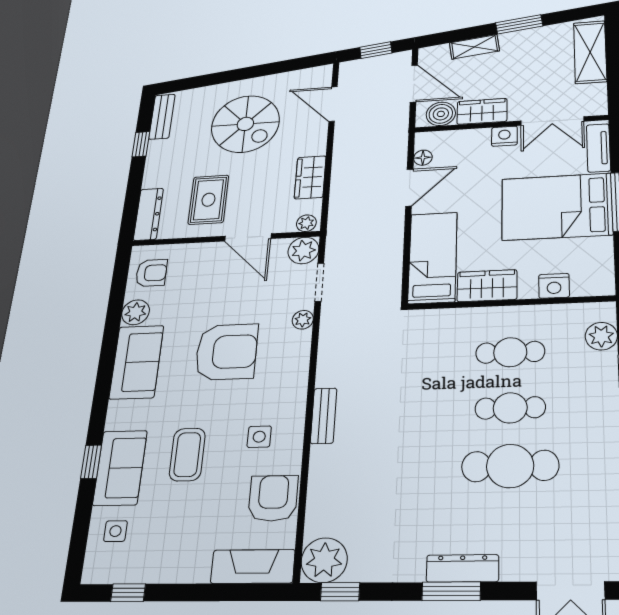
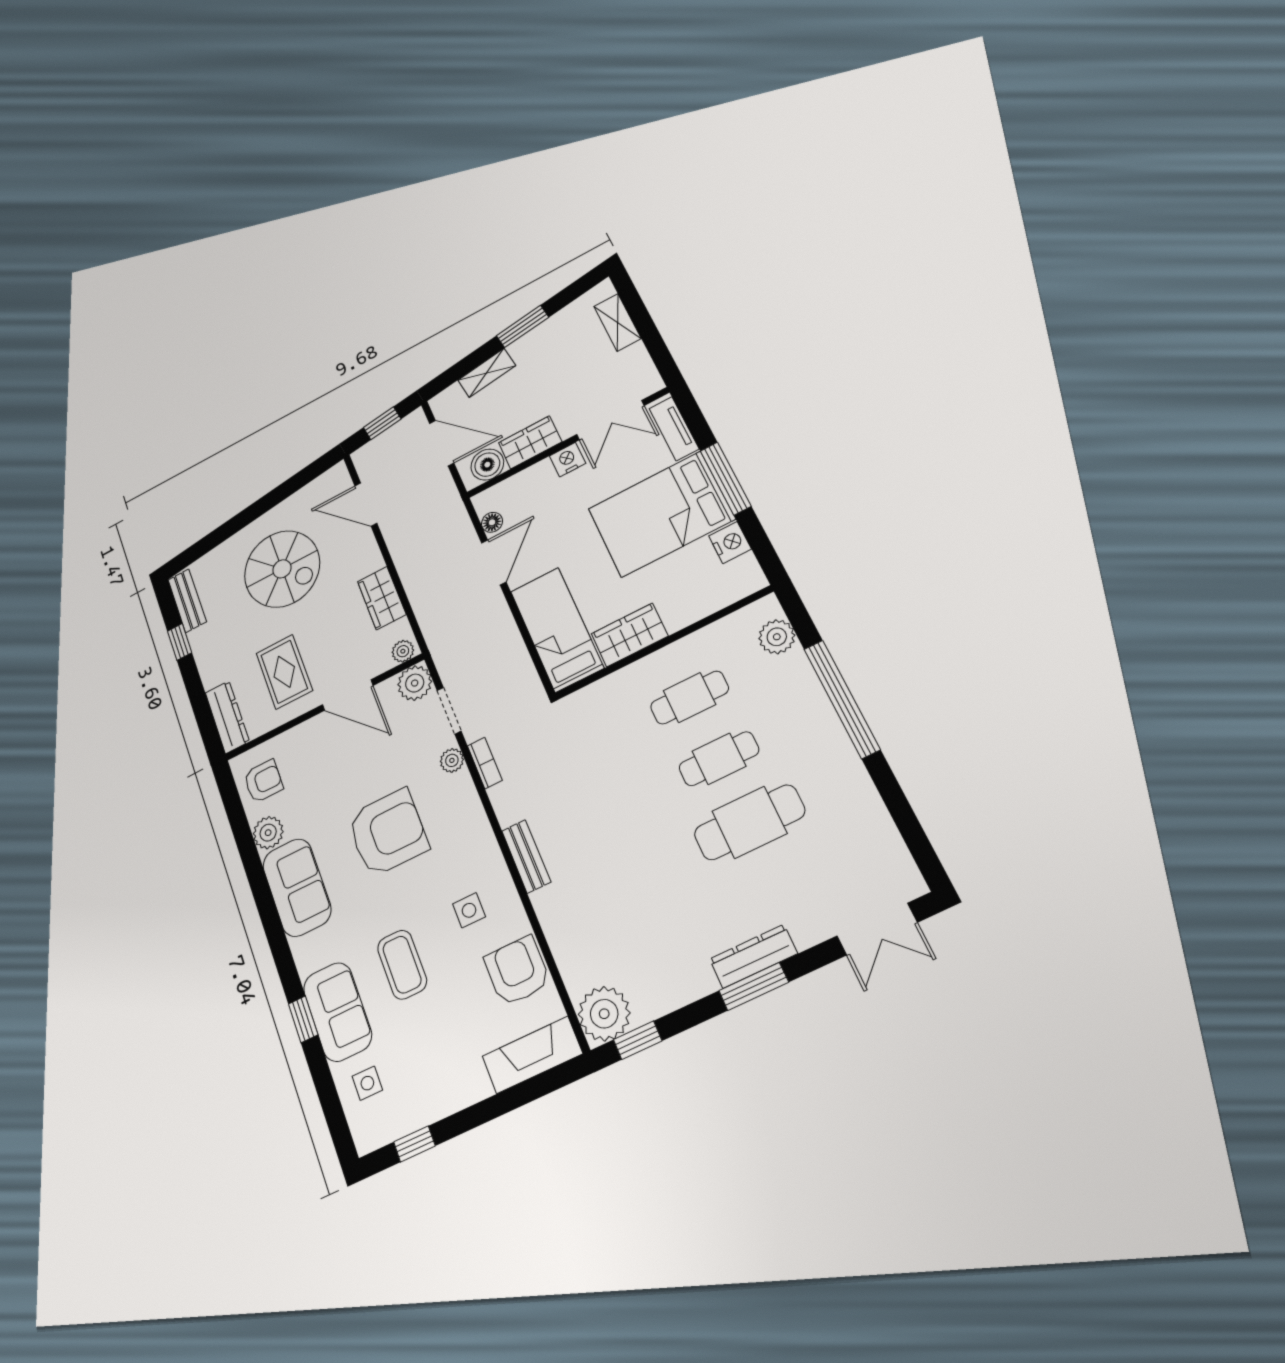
shelving: (590, 52) -> (618, 322), width x0.67, depth x0.75
nightstand: (554, 286) -> (730, 542), moved, turned -90
bookcase: (327, 333) -> (485, 763), added

